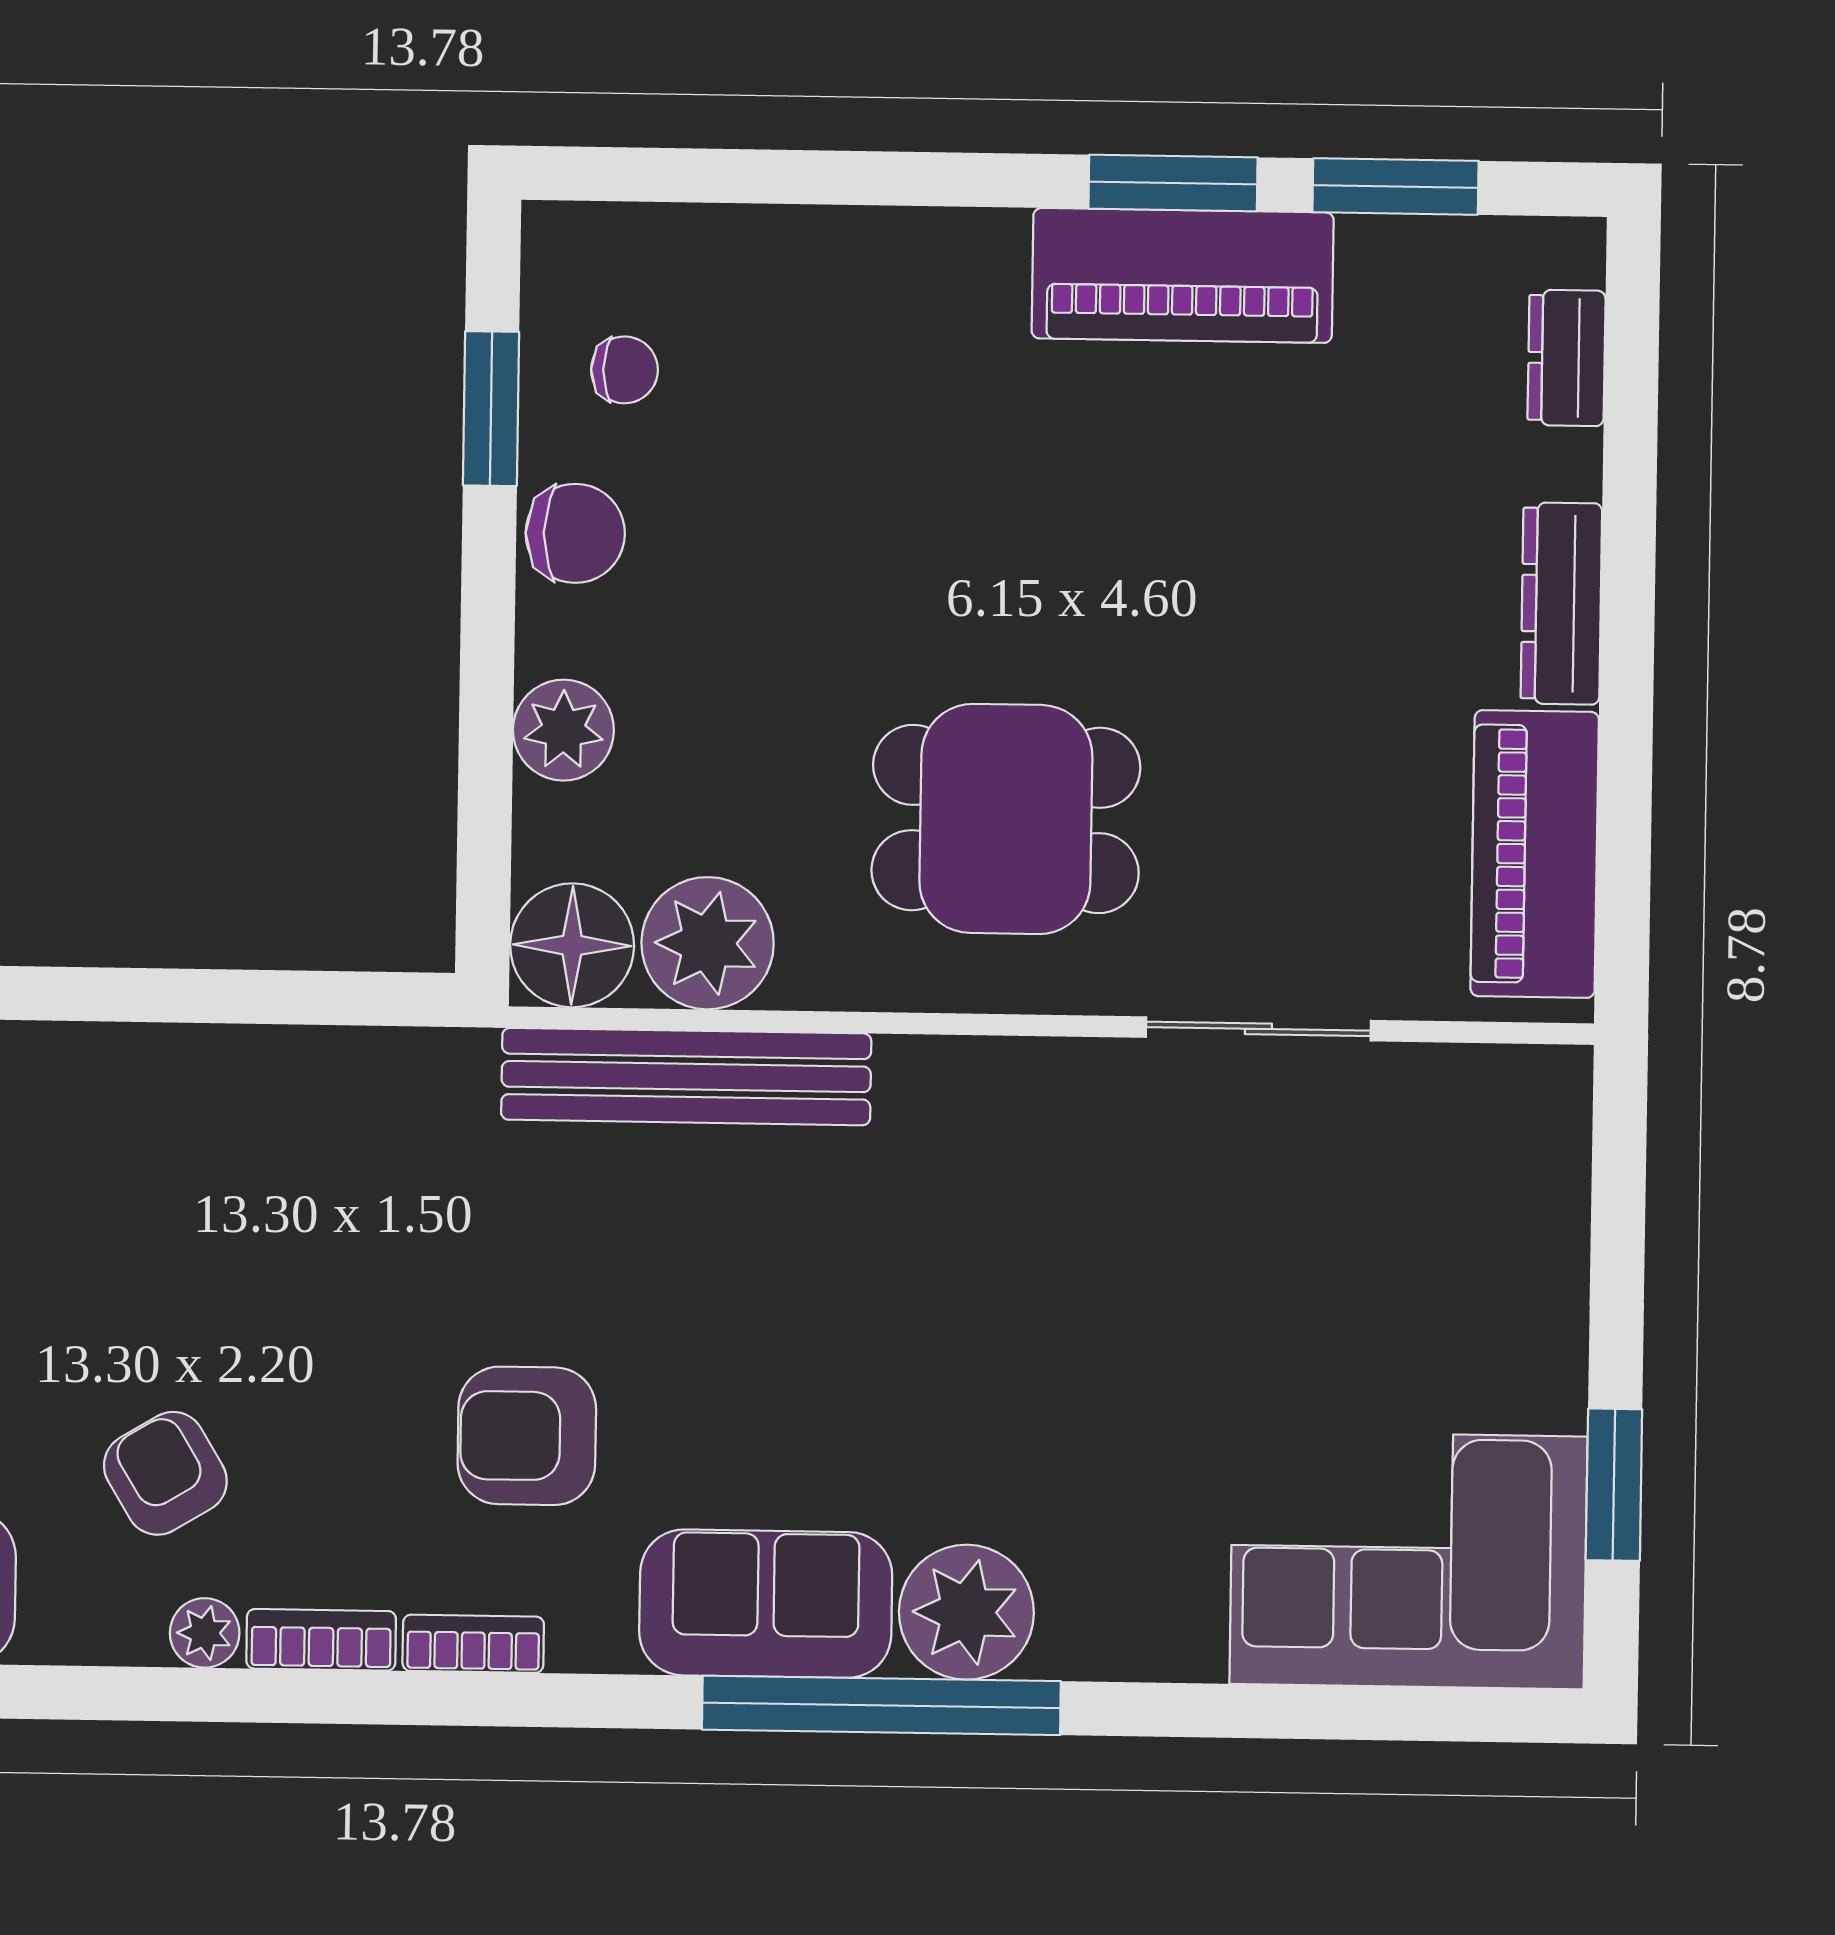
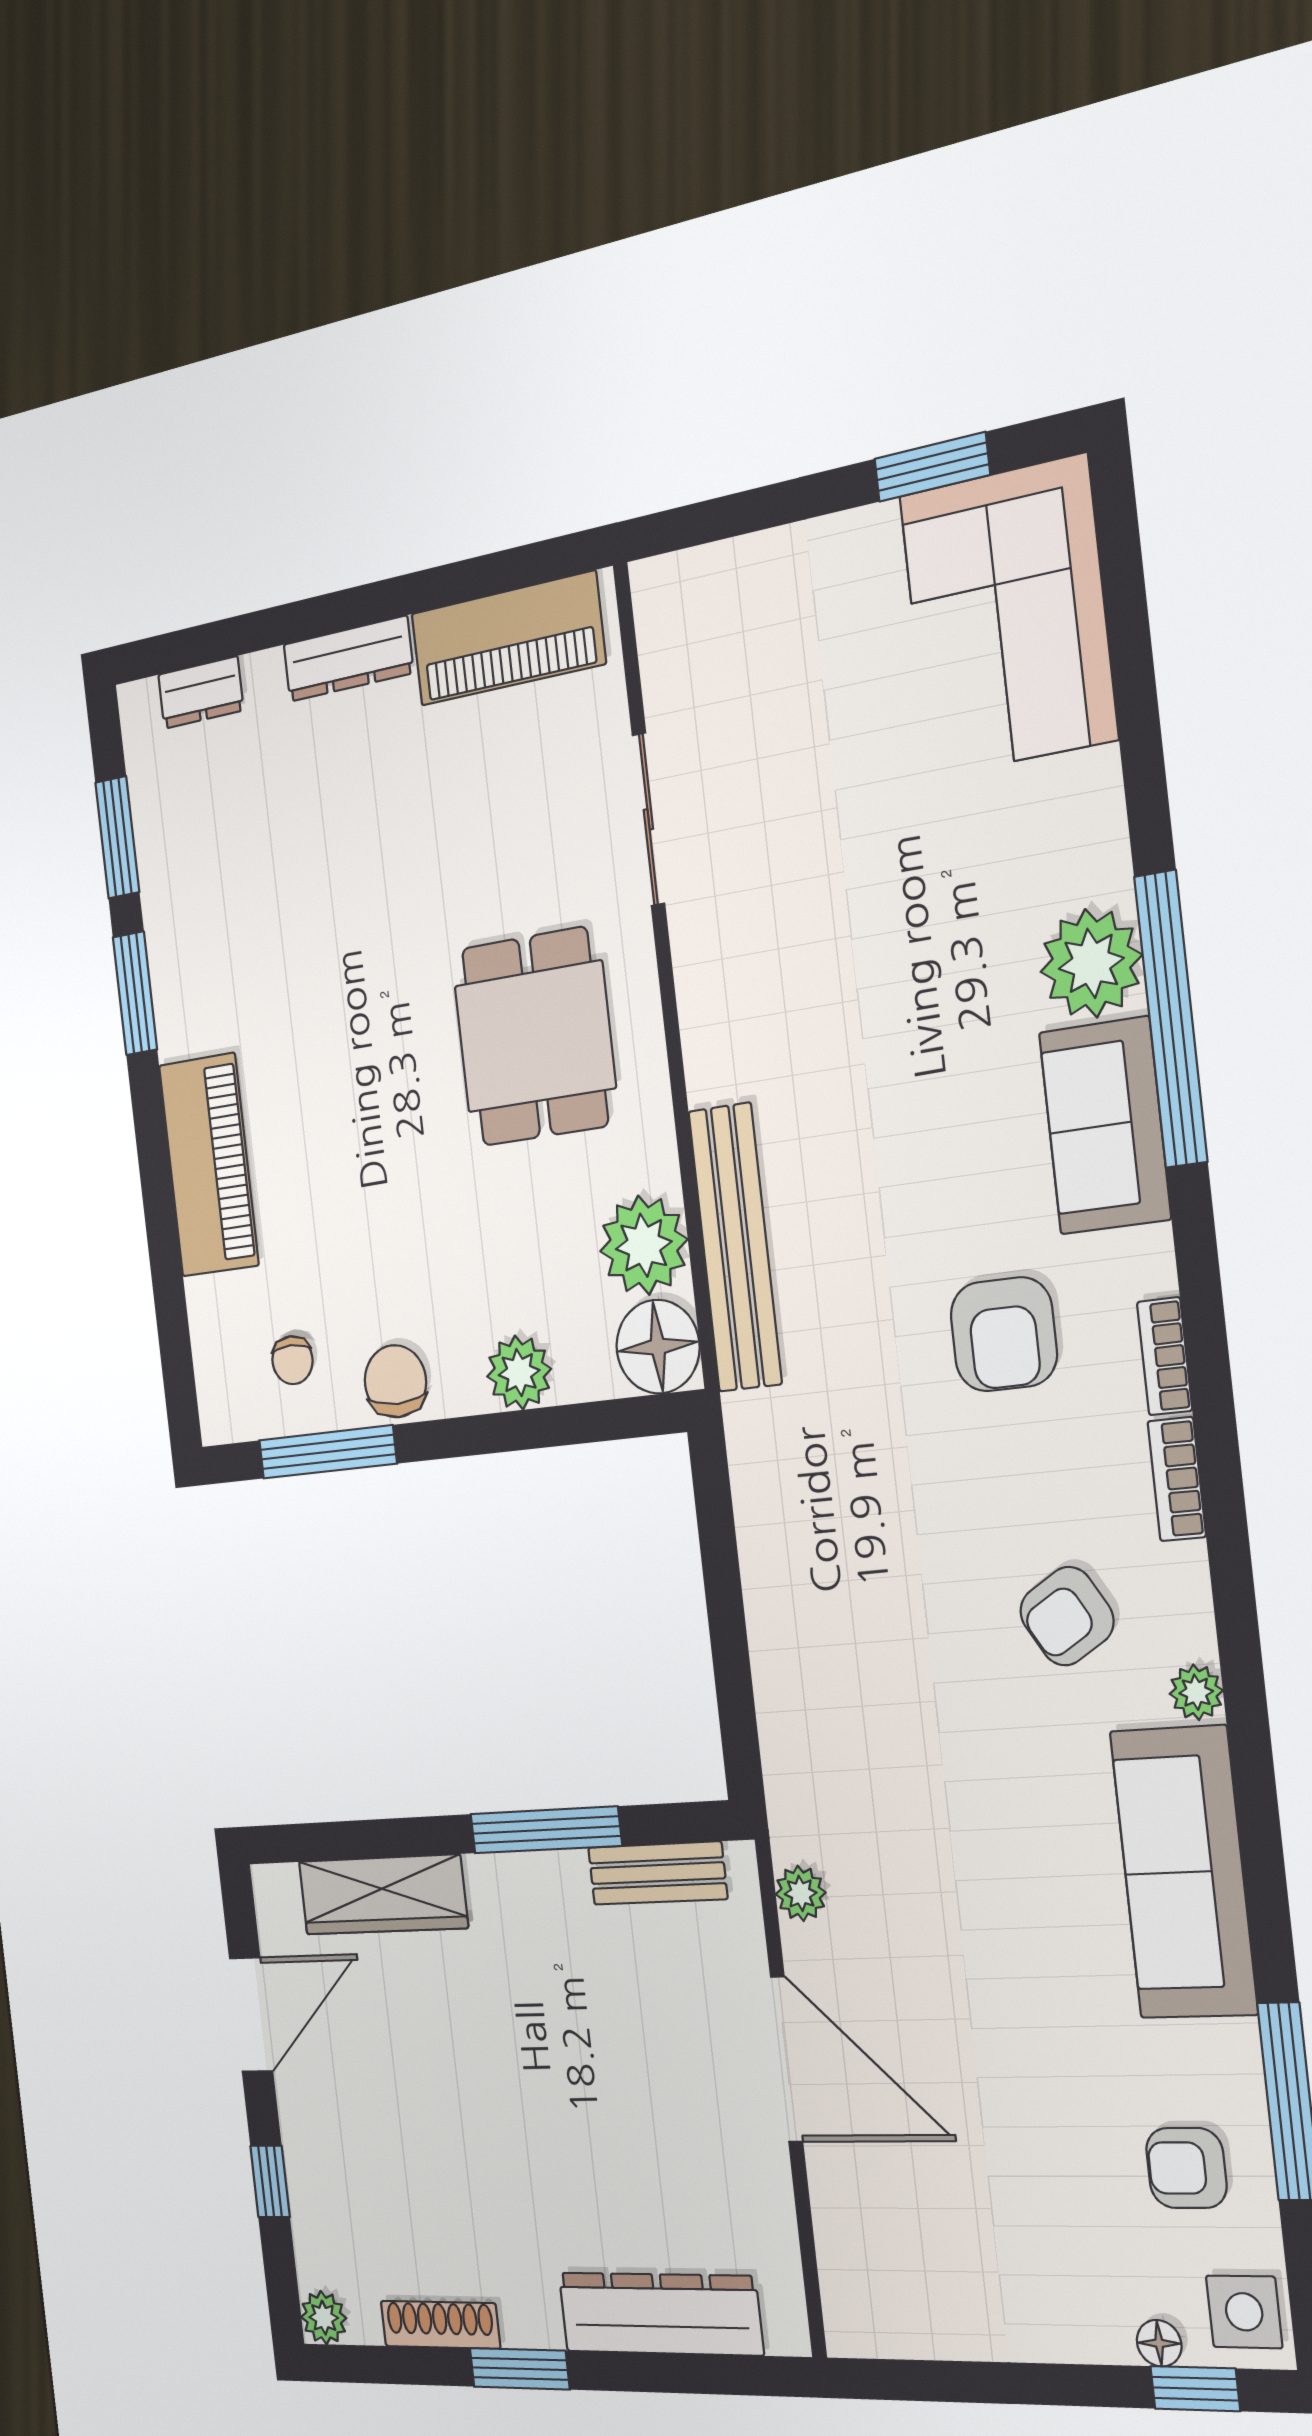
piano: (1183, 275) -> (209, 1165), moved
chair: (624, 370) -> (292, 1360), turned 180
window: (491, 409) -> (328, 1452), width x1.44
plant: (205, 1633) -> (1196, 1692), moved

